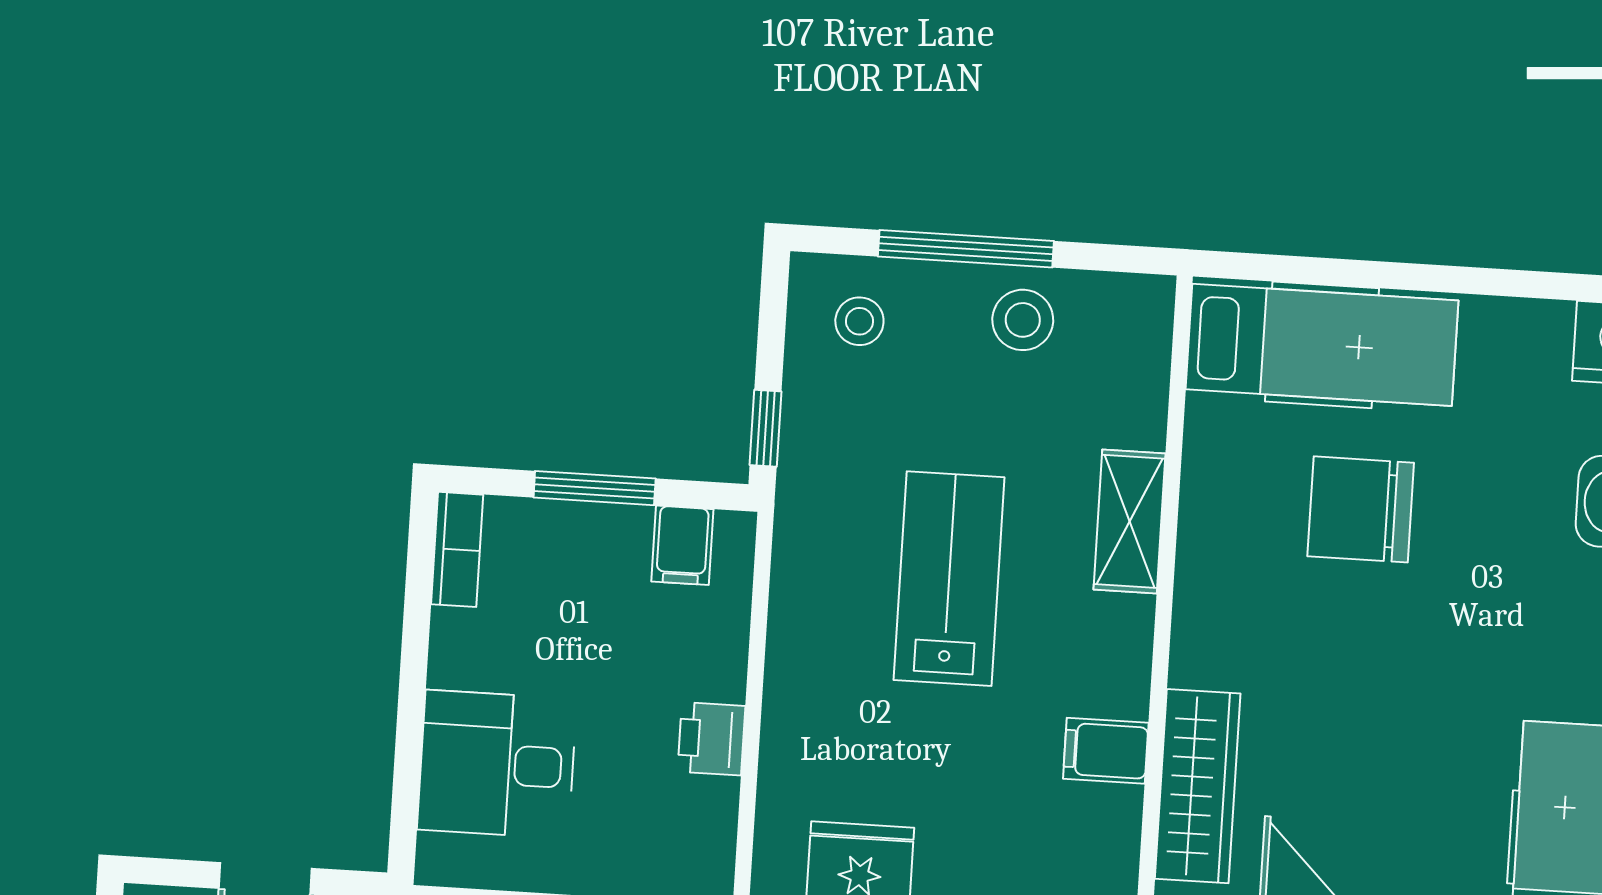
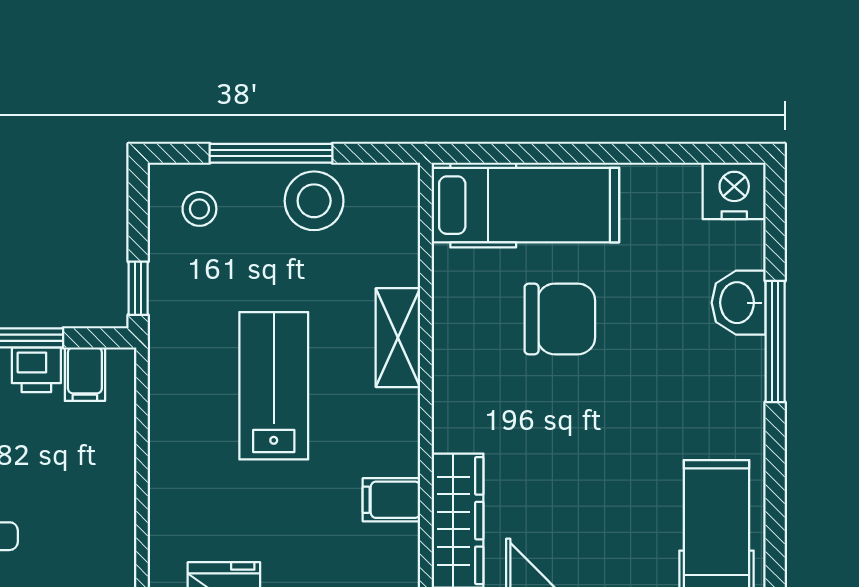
stool: (1023, 320) -> (314, 201), width x1.38, depth x1.38
chair: (1361, 509) -> (560, 319), turned 180
printer: (711, 739) -> (36, 370), moved, turned -90

